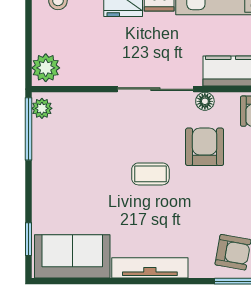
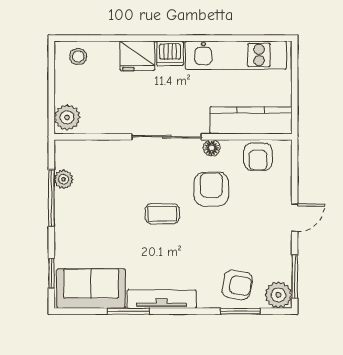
plant: (42, 108) -> (64, 179), moved
window: (28, 129) -> (51, 198), moved
window: (113, 281) -> (128, 311), added

